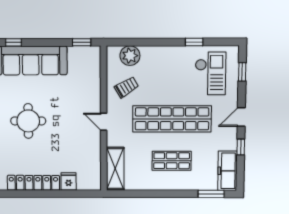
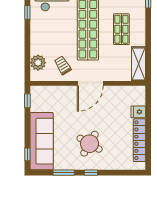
round table: (28, 121) -> (90, 144), turned 30
door: (104, 122) -> (90, 83), width x1.88
shelving: (115, 169) -> (139, 64), moved, turned 90

